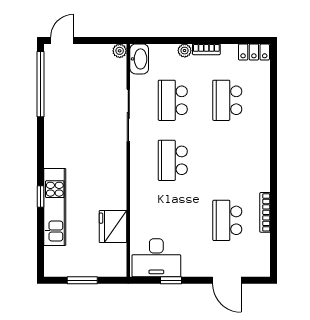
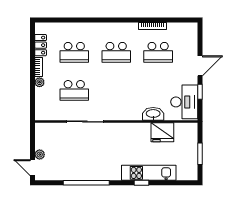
plant: (120, 51) -> (40, 155), moved
locker: (254, 52) -> (41, 45), moved
washbasin: (139, 59) -> (153, 114), moved
window: (40, 84) -> (86, 183), moved
school desk: (173, 160) -> (116, 52), moved
door: (227, 280) -> (200, 66), moved

